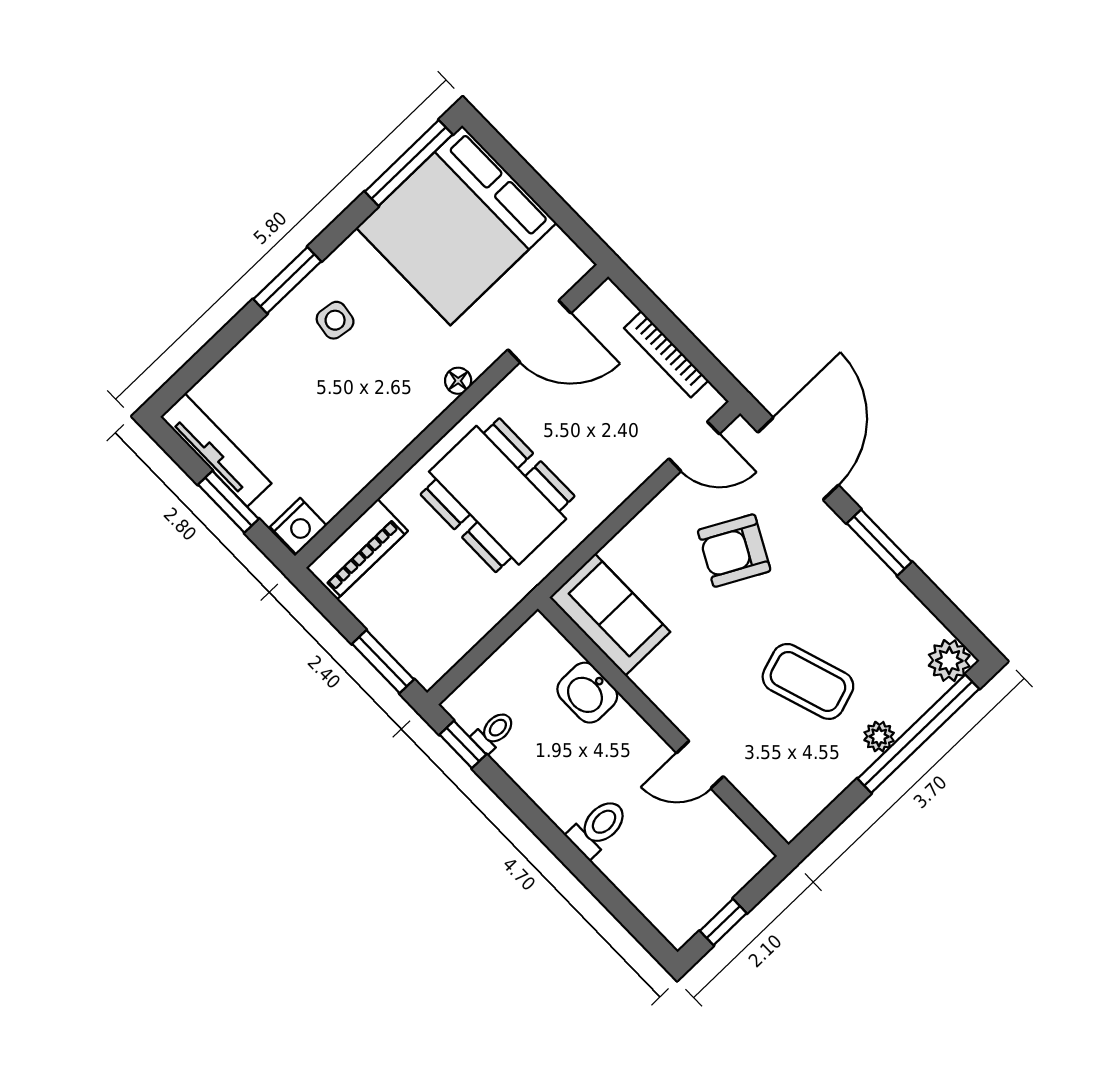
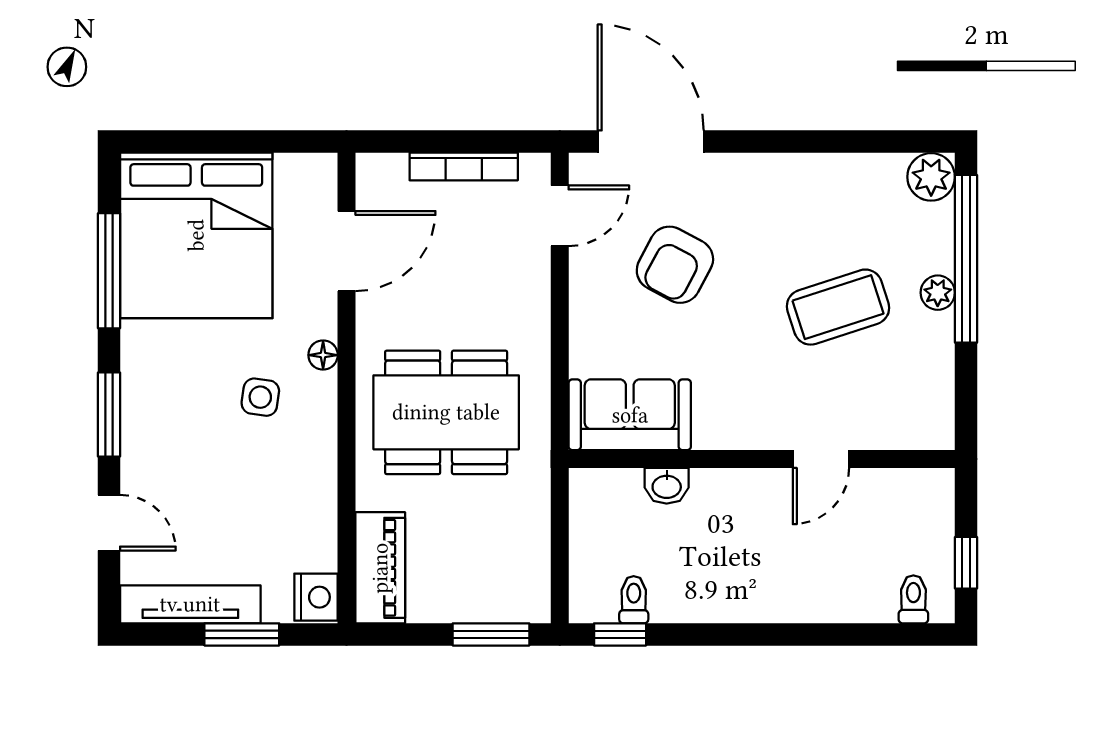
window: (409, 163) -> (109, 271), moved
side table: (335, 320) -> (260, 397), moved
door: (218, 347) -> (109, 523), added
window: (879, 543) -> (781, 142), removed
washbasin: (587, 693) -> (667, 486), width x0.72, depth x0.69
toilet: (598, 828) -> (913, 599), moved, width x0.73, depth x0.72

